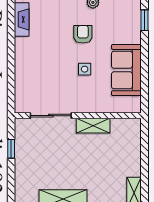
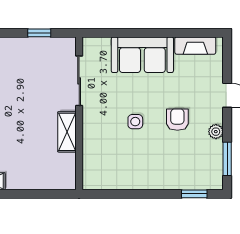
armchair: (83, 34) -> (177, 120), turned -90
sofa: (126, 70) -> (142, 55), moved, turned 180

